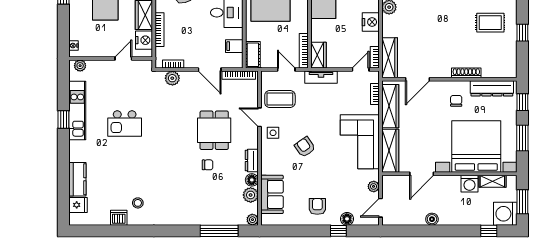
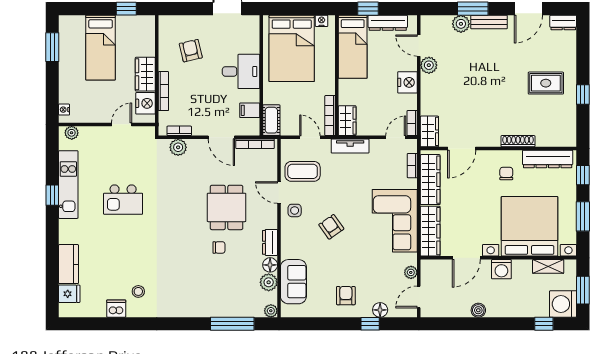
wardrobe: (390, 58) -> (429, 131), width x0.67
washing machine: (469, 184) -> (501, 269), moved

